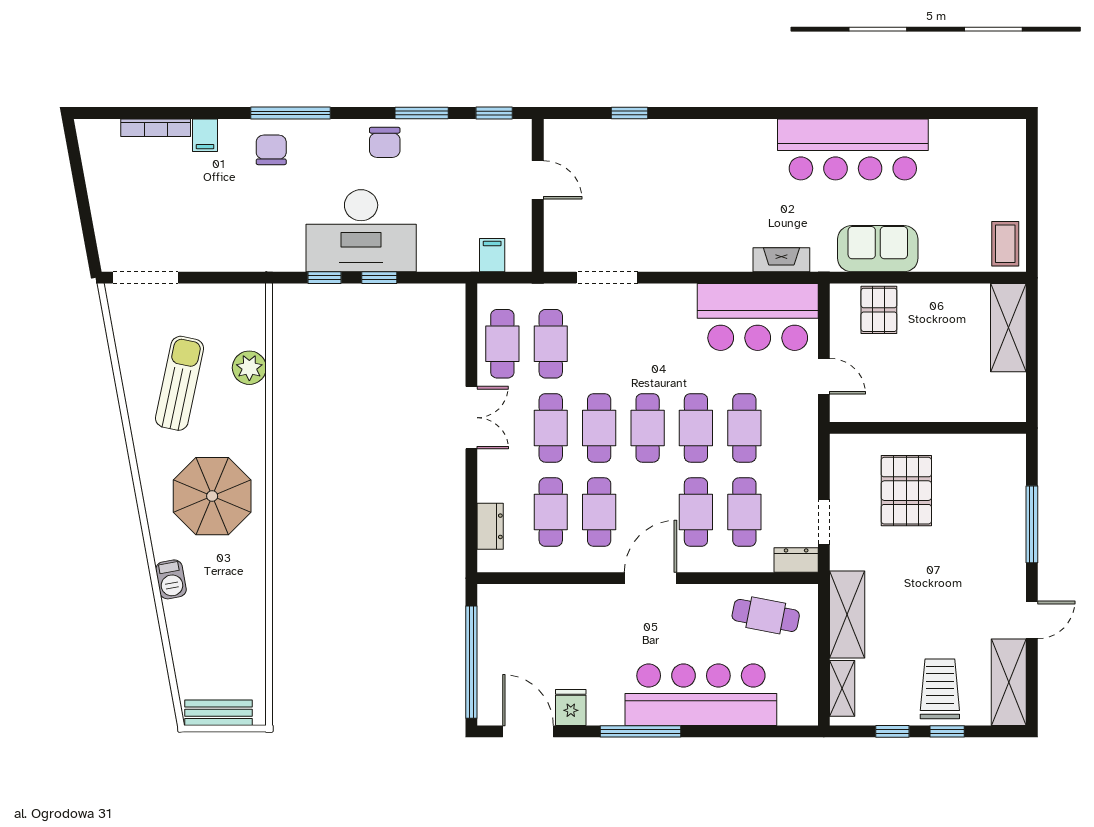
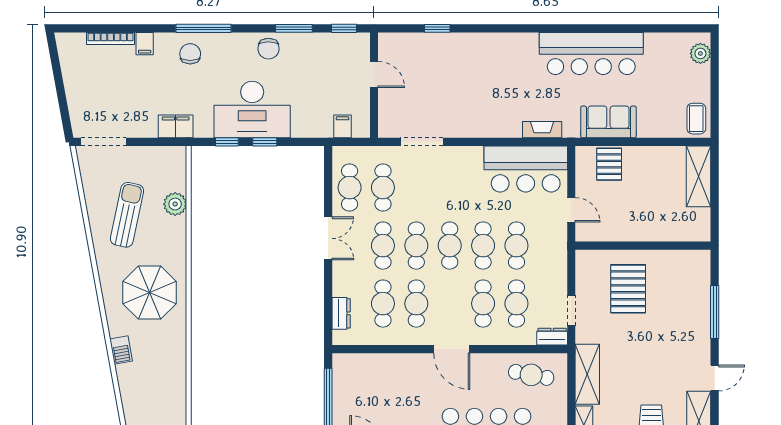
plant: (1011, 149) -> (700, 53), added
filing cabinet: (250, 255) -> (176, 126), added
door: (651, 578) -> (452, 349), swing flipped

